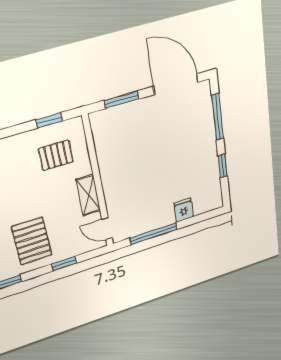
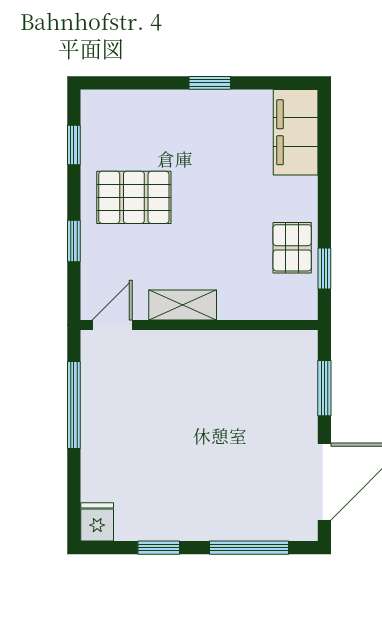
pallet: (56, 155) -> (292, 248), moved
fridge: (184, 210) -> (97, 522), moved, turned -90

